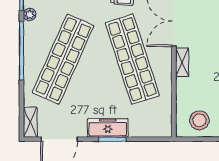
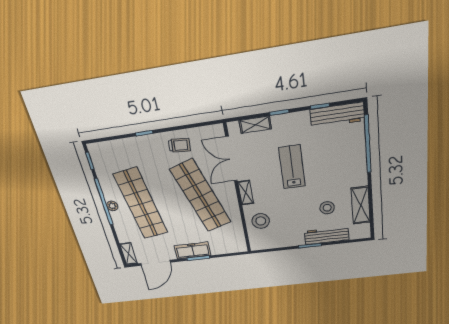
plant: (30, 15) -> (112, 206), moved
shop shelf: (63, 59) -> (141, 204), turned -33
stool: (199, 120) -> (261, 221), moved

